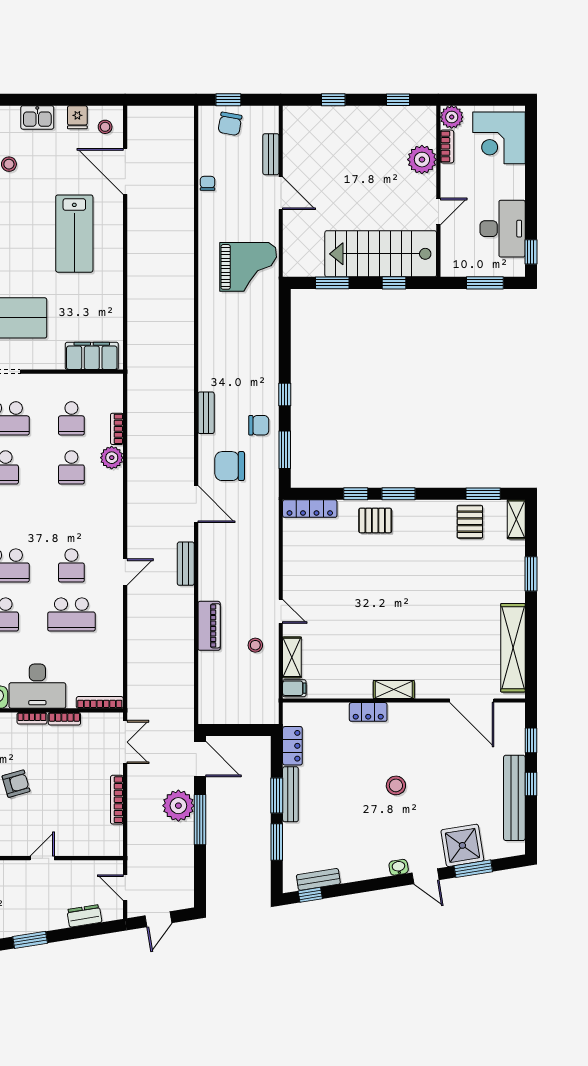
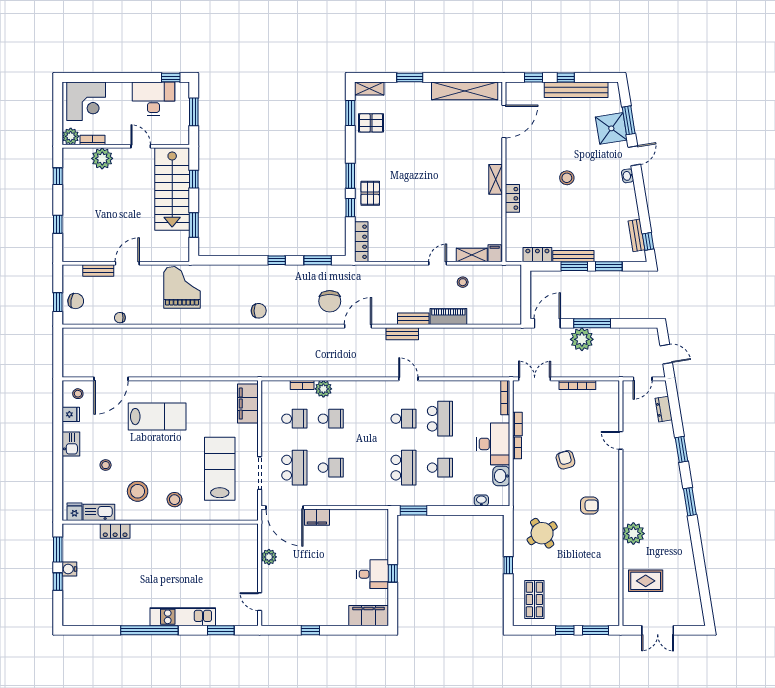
bench: (206, 413) -> (413, 319), moved
chair: (259, 425) -> (259, 311), moved, turned 90

